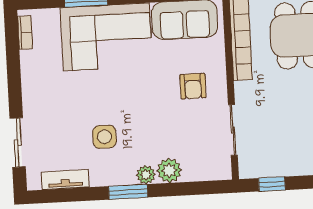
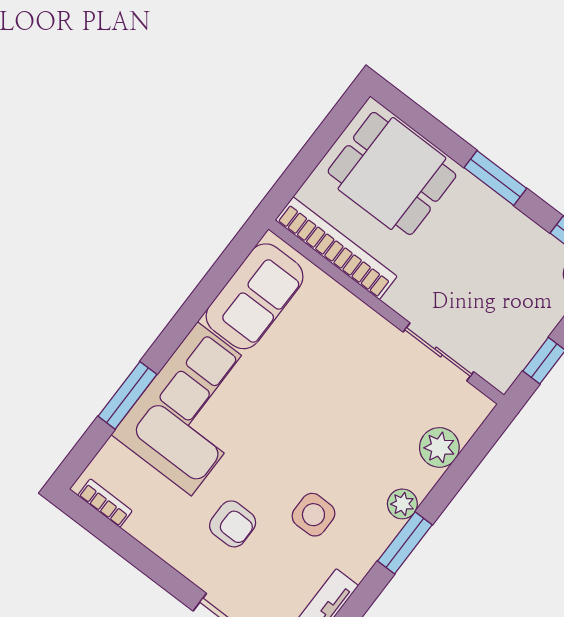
armchair: (193, 86) -> (233, 524), moved
plant: (169, 170) -> (439, 447), moved

